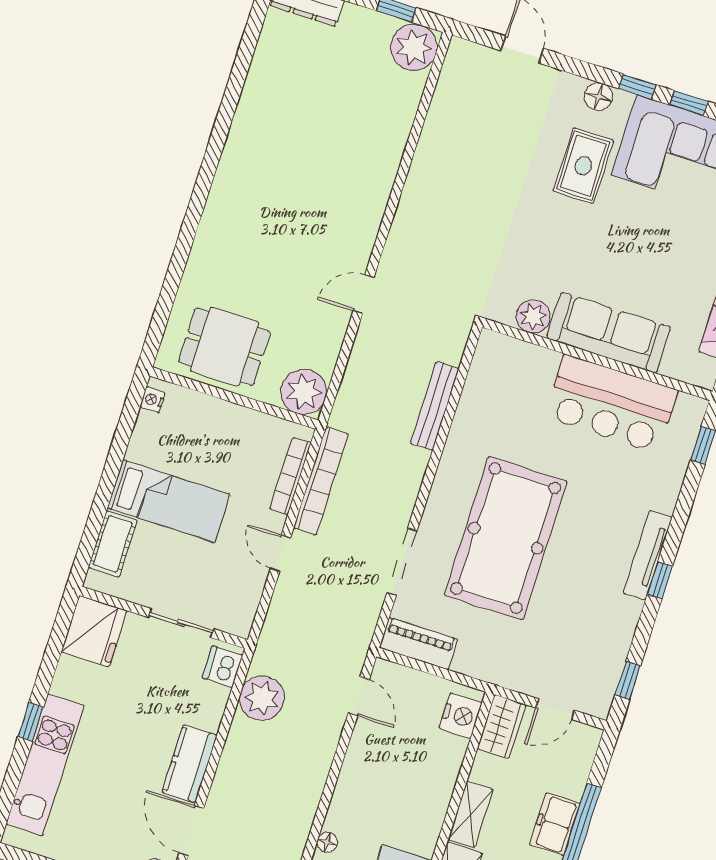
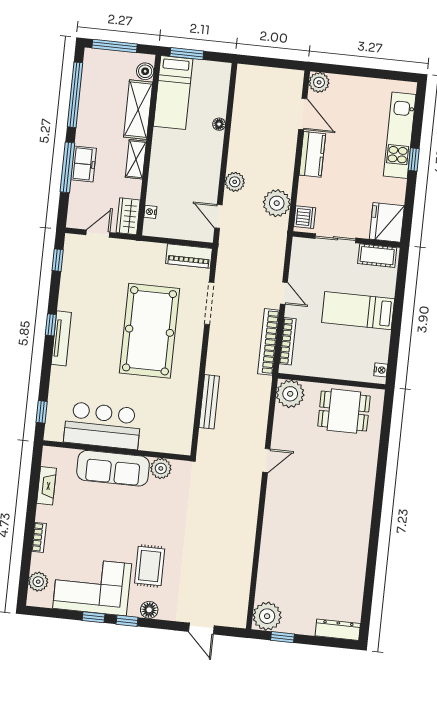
cot: (113, 544) -> (377, 256), moved, turned 90
nightstand: (461, 715) -> (150, 212), width x0.53, depth x0.56
plant: (322, 746) -> (235, 182), added

